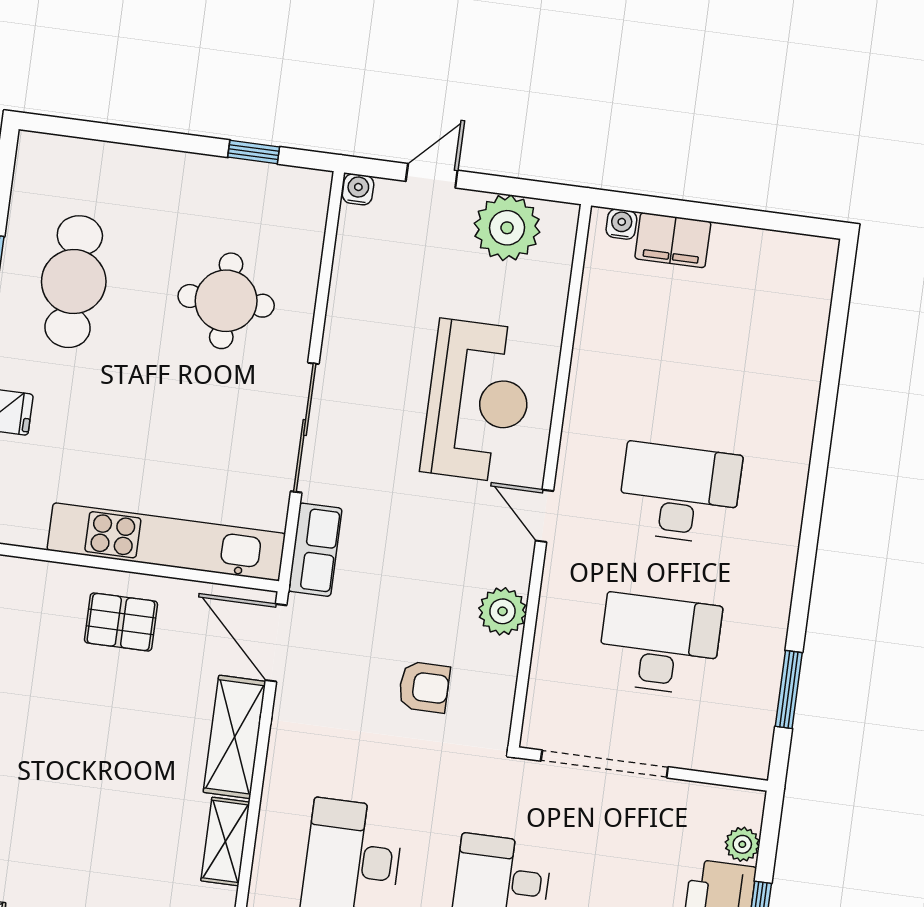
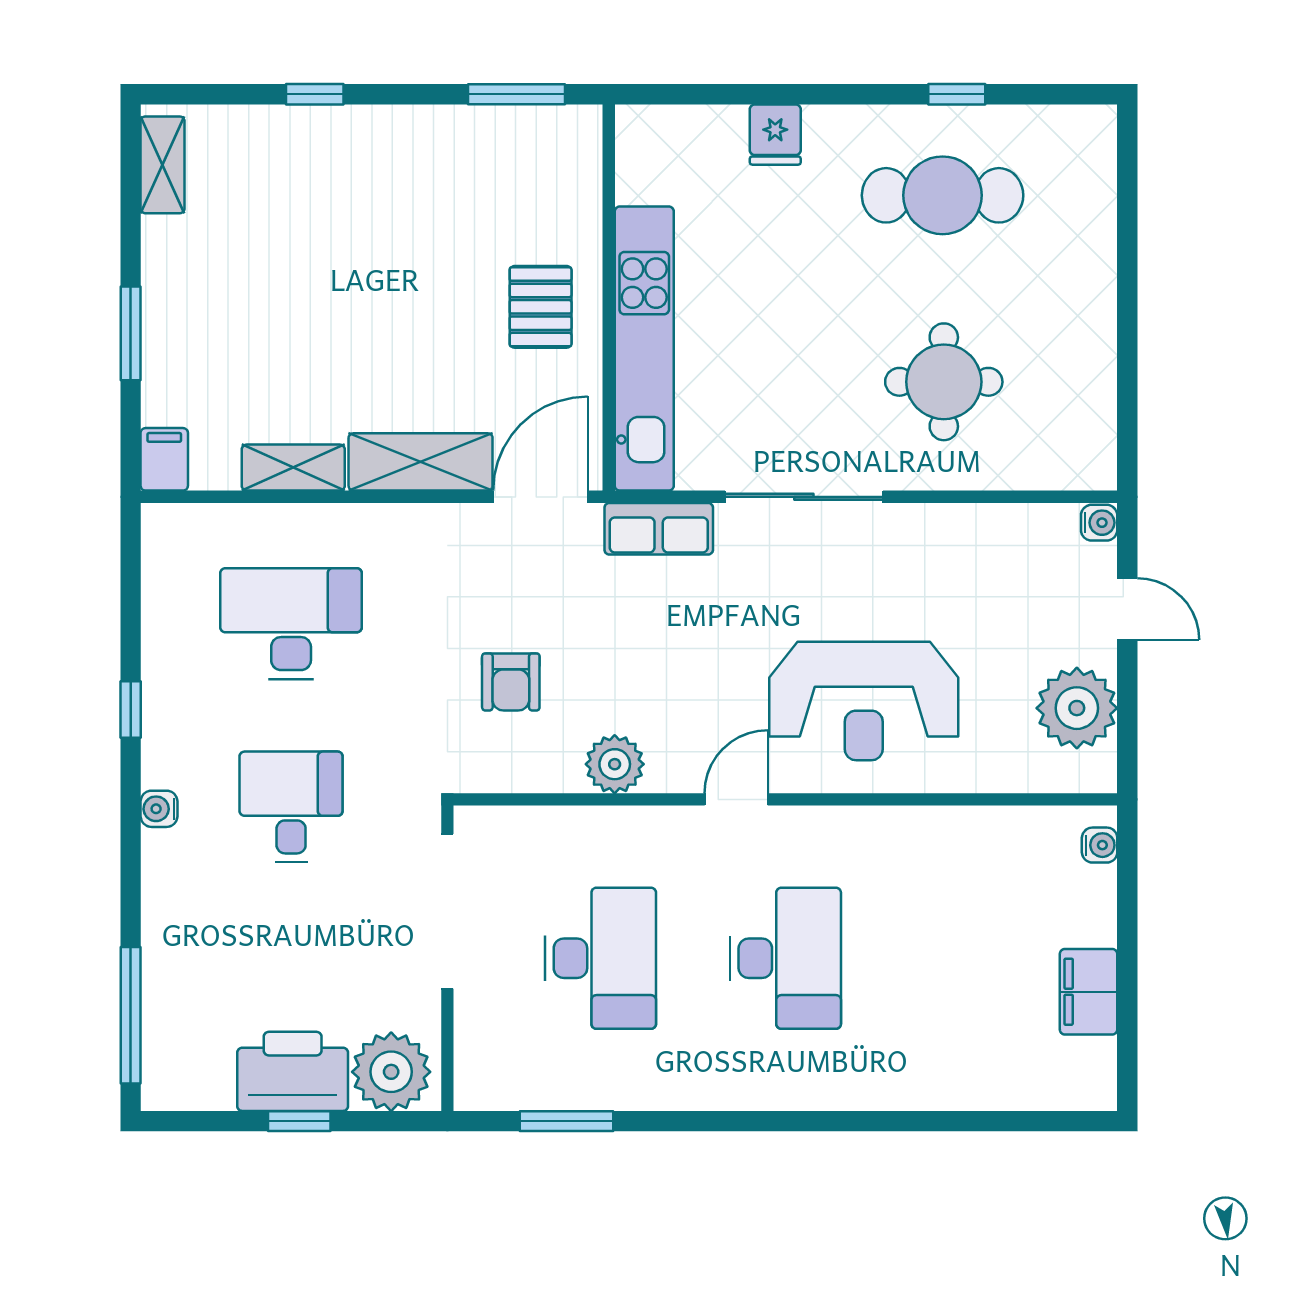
window: (254, 152) -> (1127, 391), removed
filing cabinet: (673, 240) -> (1089, 992), moved
plant: (742, 844) -> (391, 1072), width x1.88, depth x1.88

